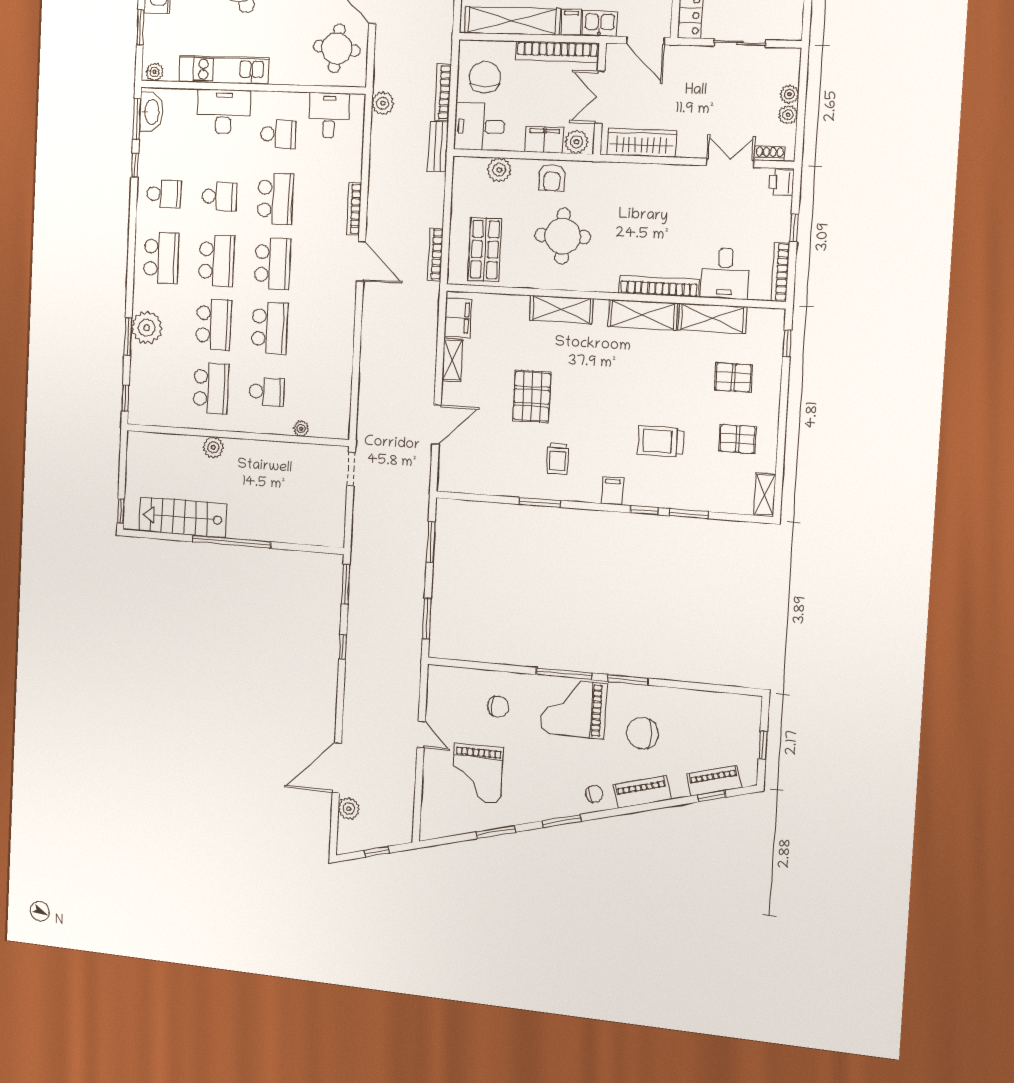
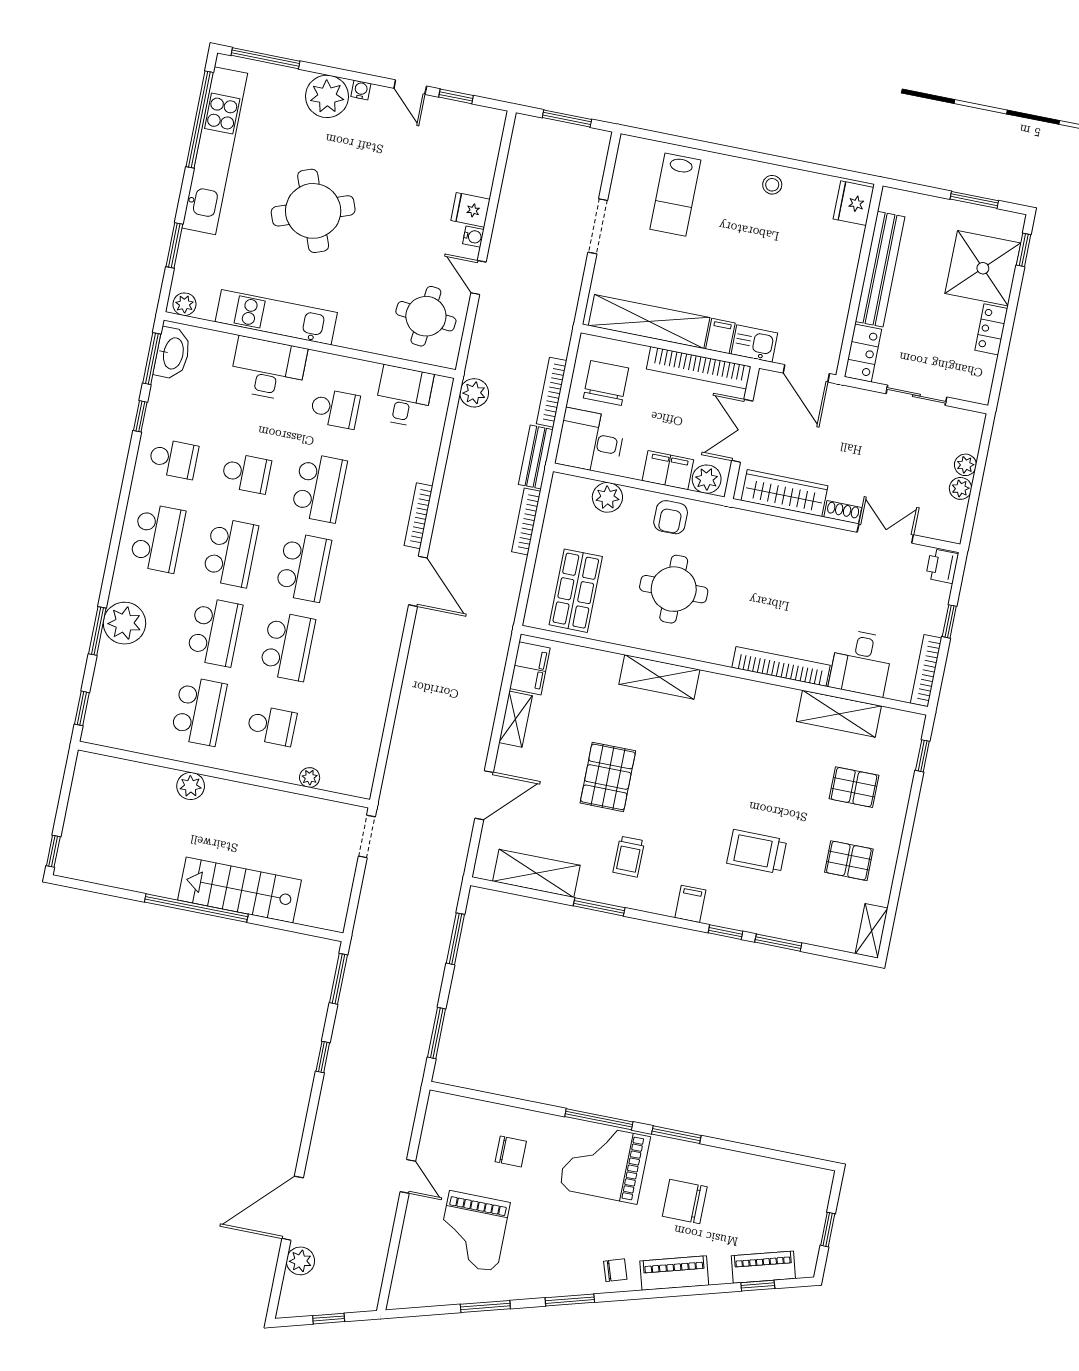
shoe rack: (770, 154) -> (843, 512), moved
bookcase: (435, 255) -> (526, 522), moved
shelving: (643, 315) -> (536, 873), moved
stairs: (183, 517) -> (239, 890), moved

